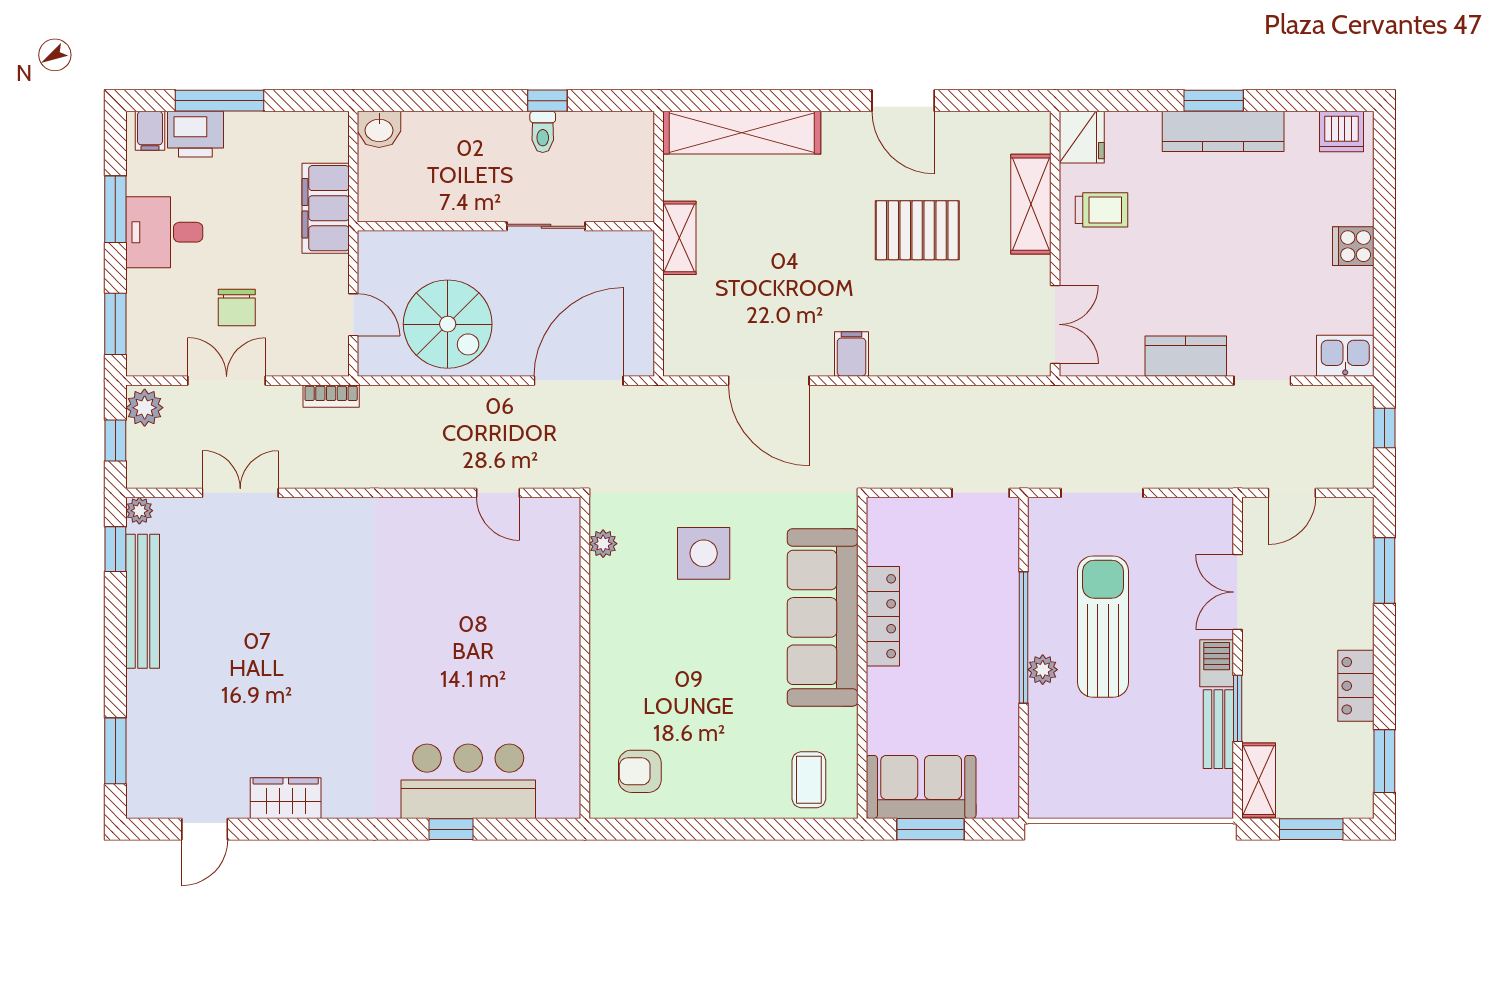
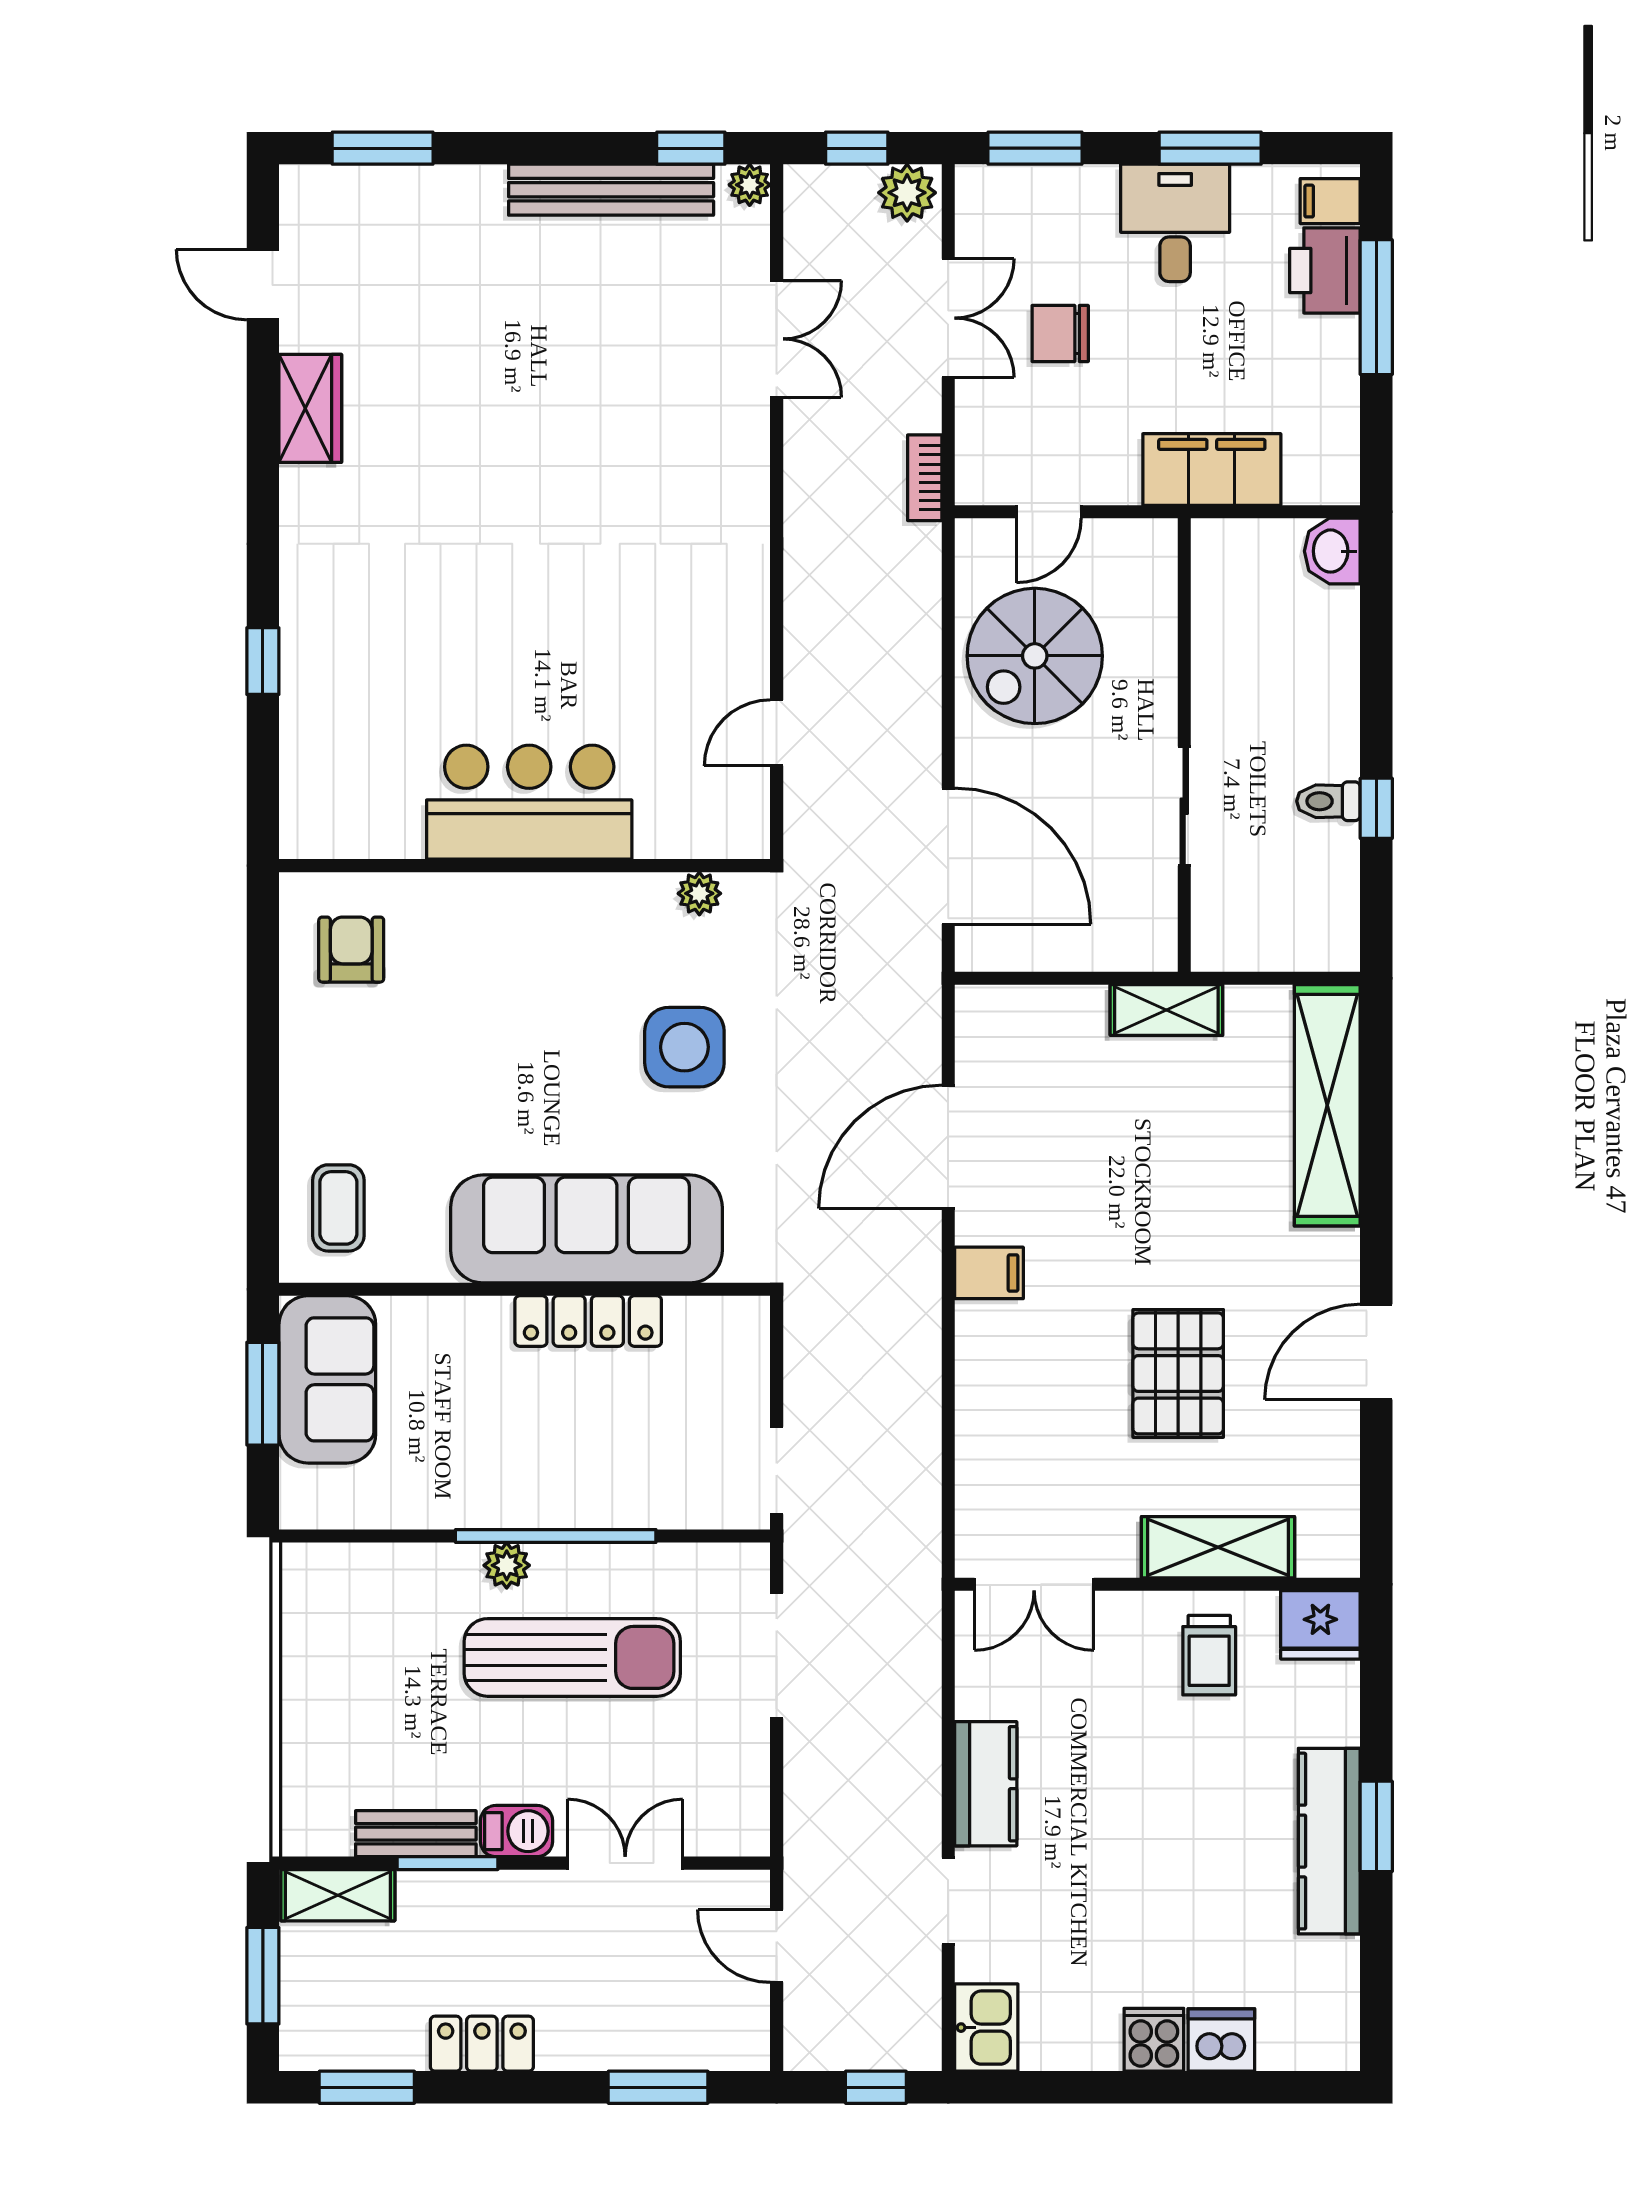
dishwasher: (1341, 132) -> (1221, 2040), moved, turned 90
coffee table: (809, 780) -> (338, 1208), turned 90
bar counter: (468, 781) -> (529, 802), moved, turned -90

